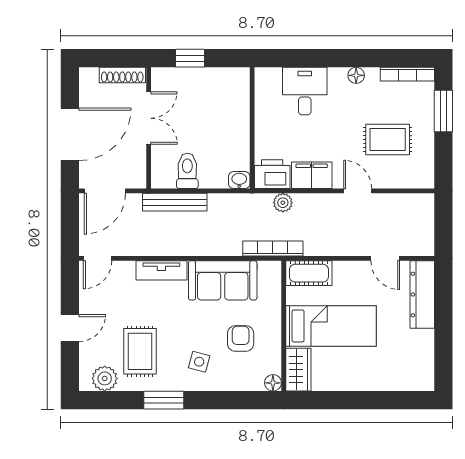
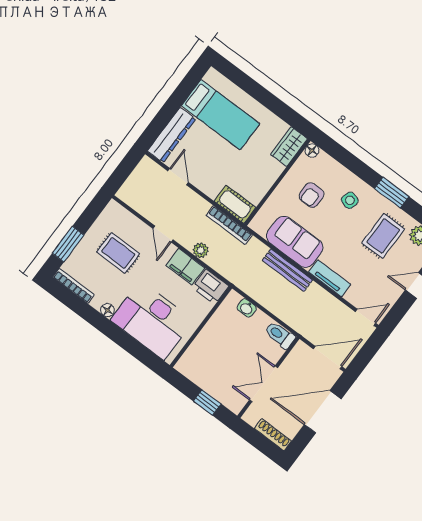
shoe rack: (122, 75) -> (273, 435), moved
desk: (305, 91) -> (152, 320), width x1.87, depth x1.30
toilet: (187, 171) -> (280, 335), moved, turned 90
washbasin: (239, 180) -> (247, 308), moved
bench: (175, 202) -> (287, 270), moved
plant: (283, 203) -> (201, 250), moved
bookcase: (273, 248) -> (229, 225), moved
bed: (331, 326) -> (221, 115), moved, turned 180

